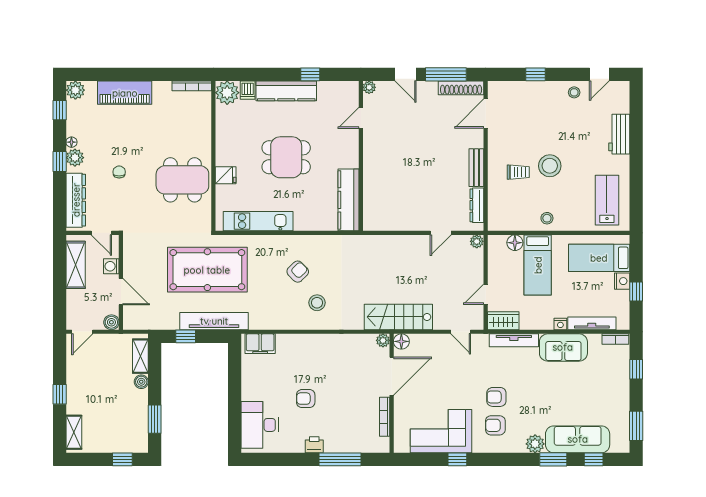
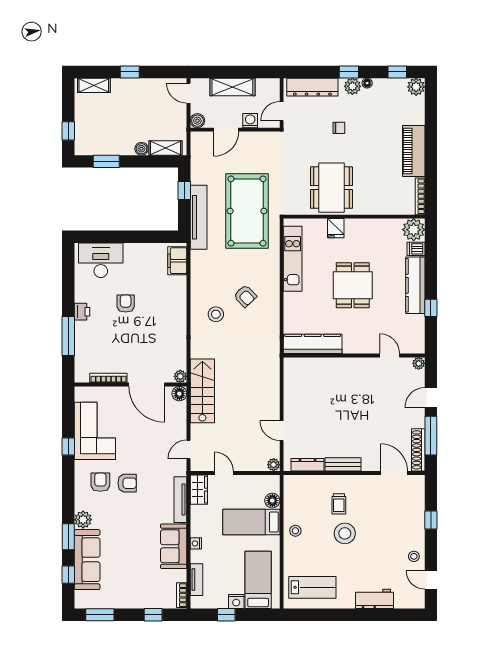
piano: (125, 93) -> (414, 151), moved
shelving: (76, 265) -> (232, 87), moved
tv unit: (592, 323) -> (196, 580), width x0.71
armchair: (496, 397) -> (127, 483), turned 90

